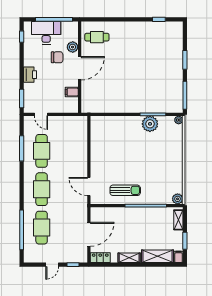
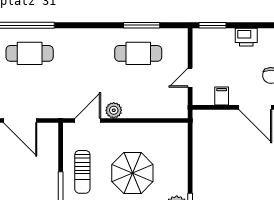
door: (41, 114) -> (190, 78), moved
parasol: (126, 155) -> (132, 173), added
plant: (82, 168) -> (114, 110), added
cafe table: (42, 189) -> (84, 53), removed

